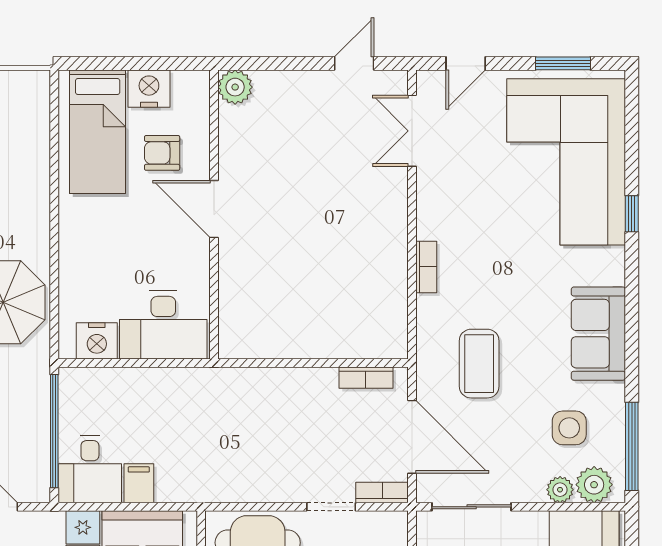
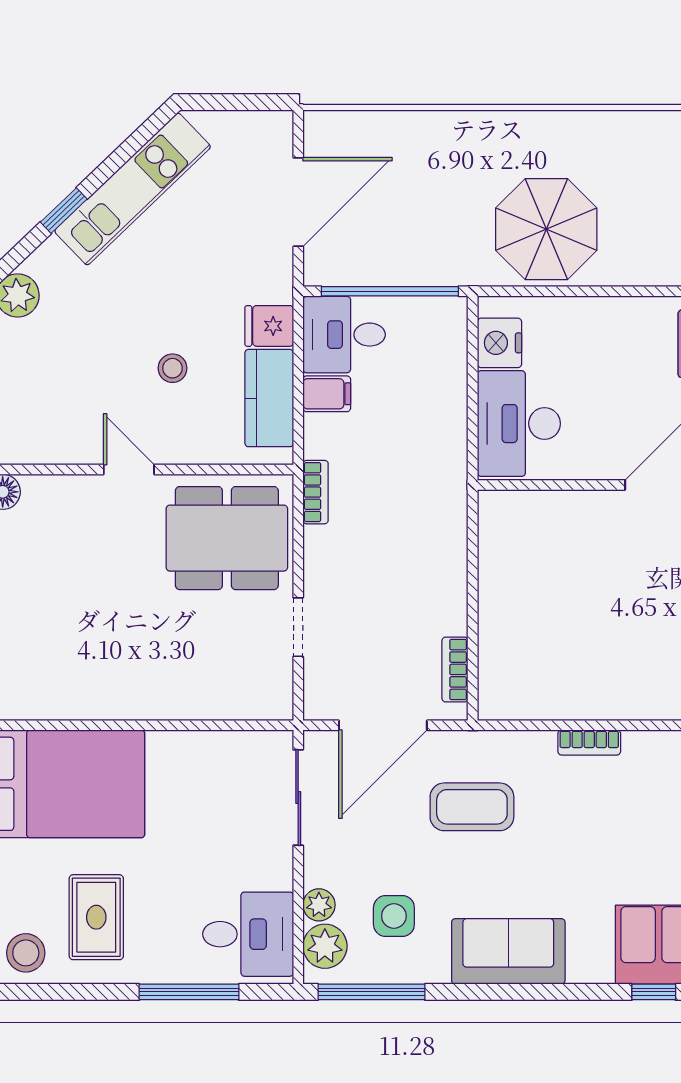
bookcase: (382, 492) -> (316, 492), moved

